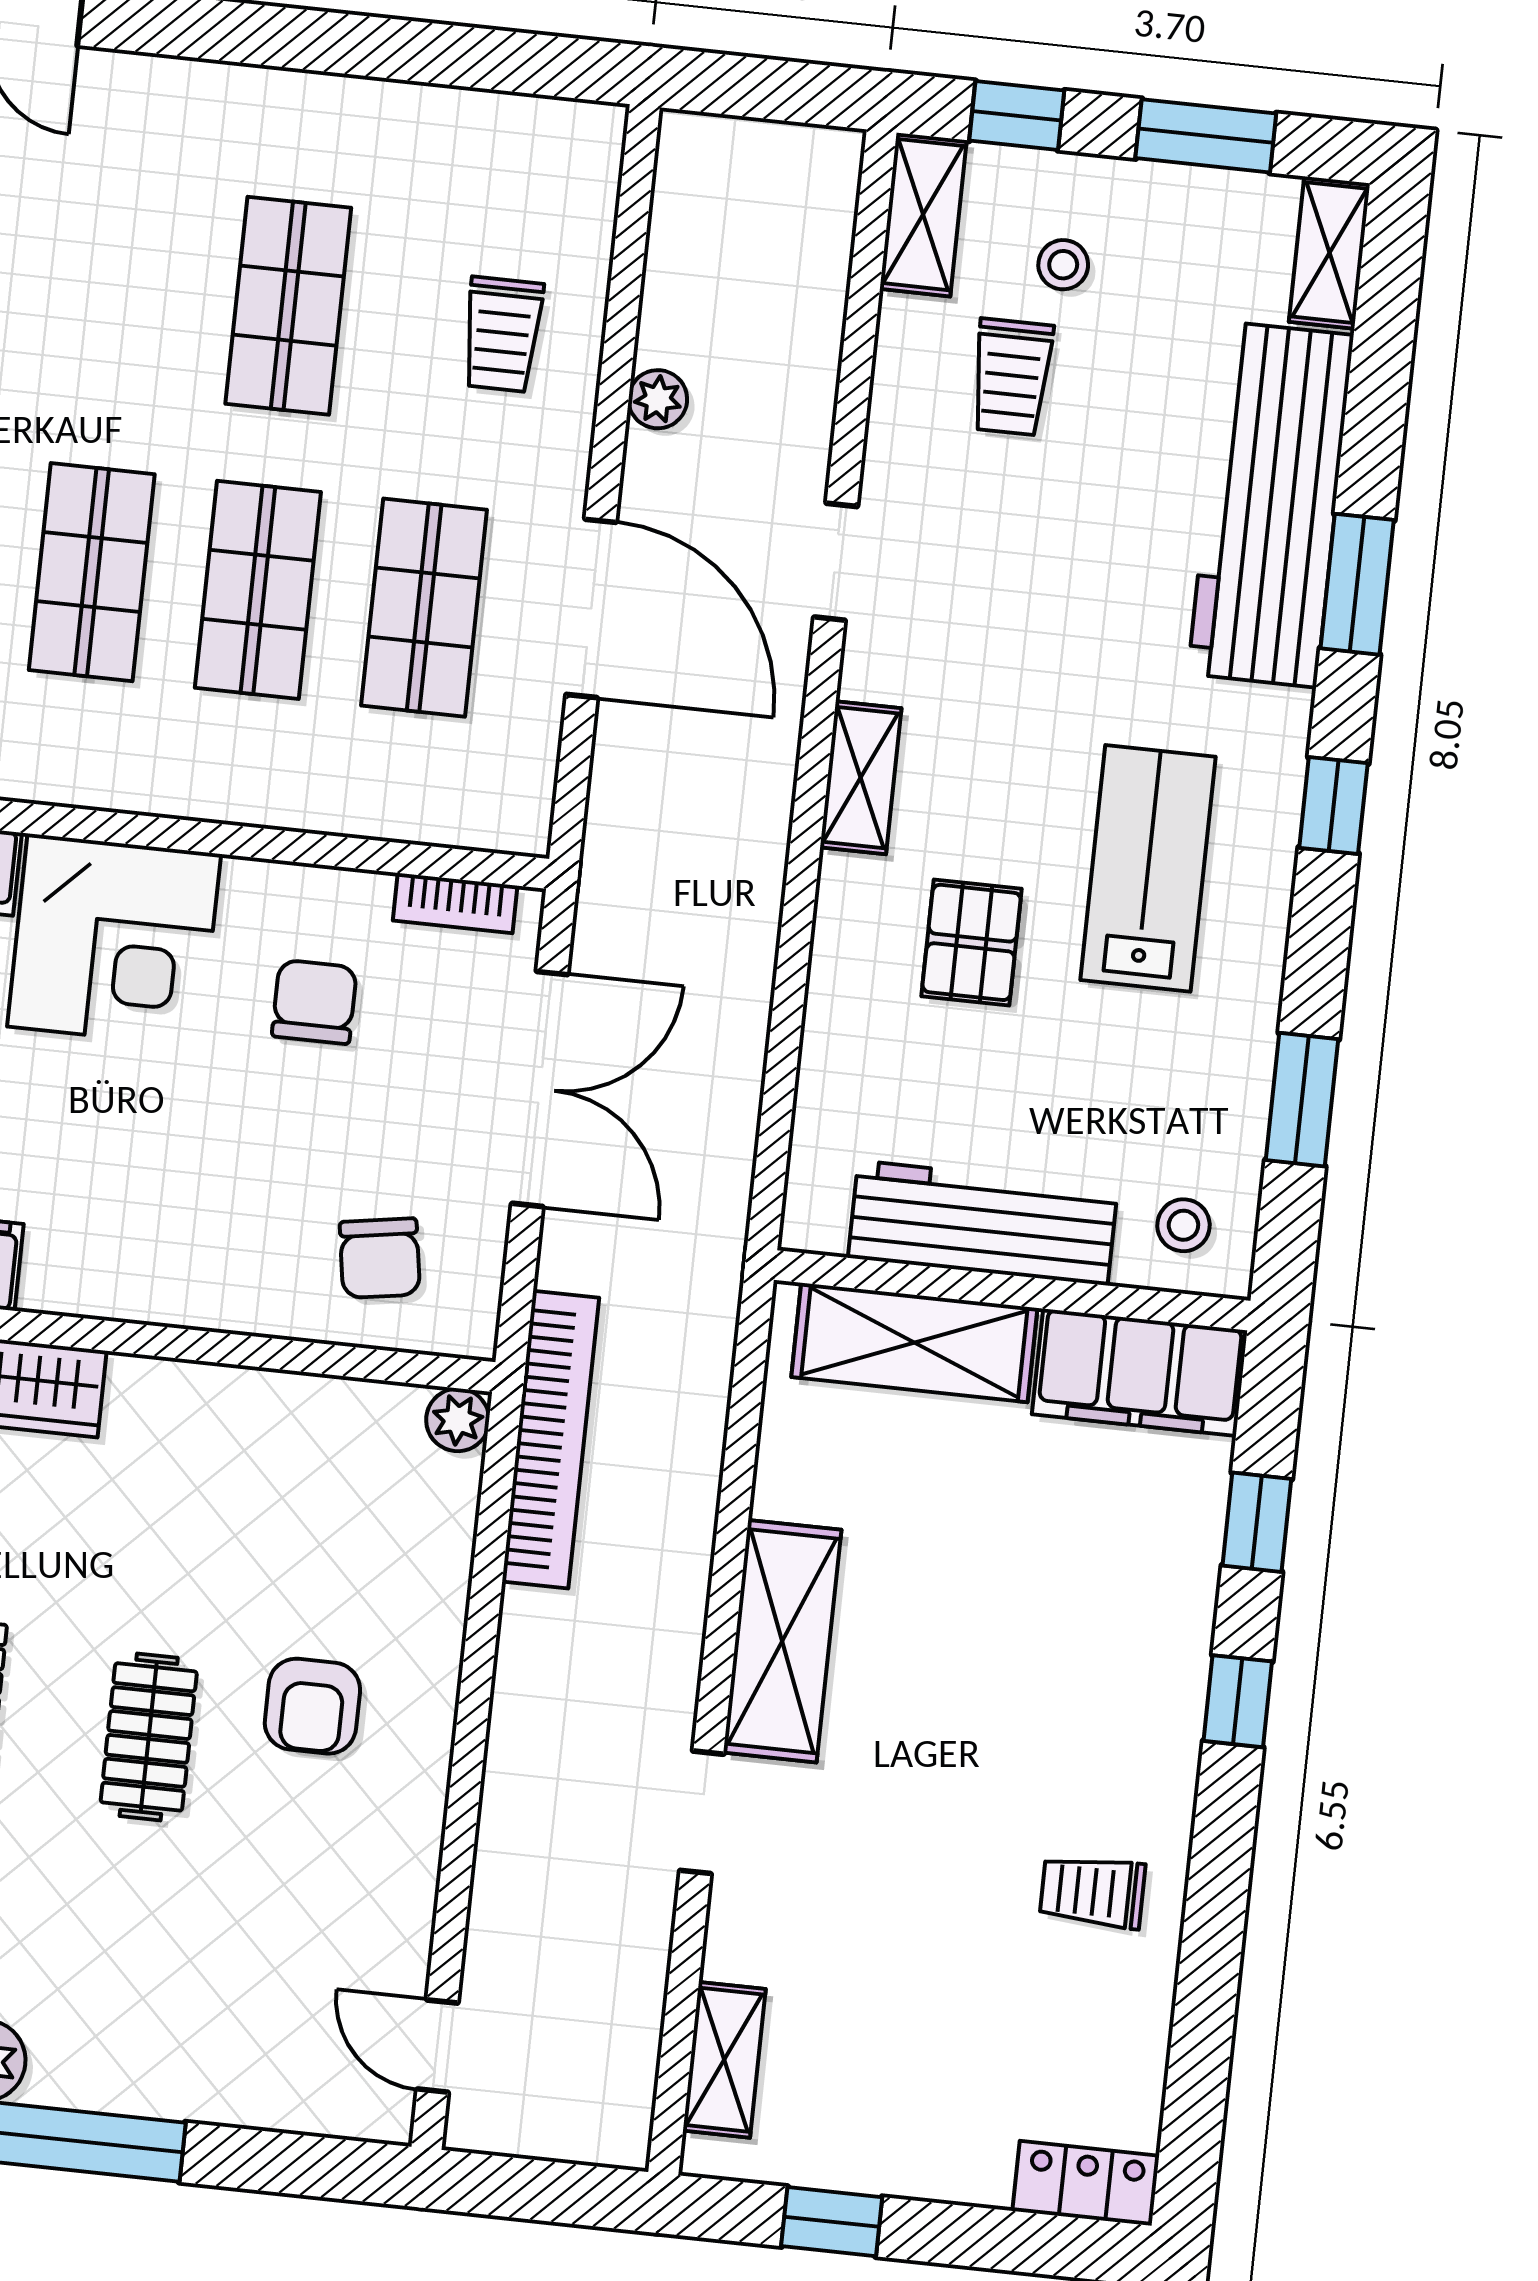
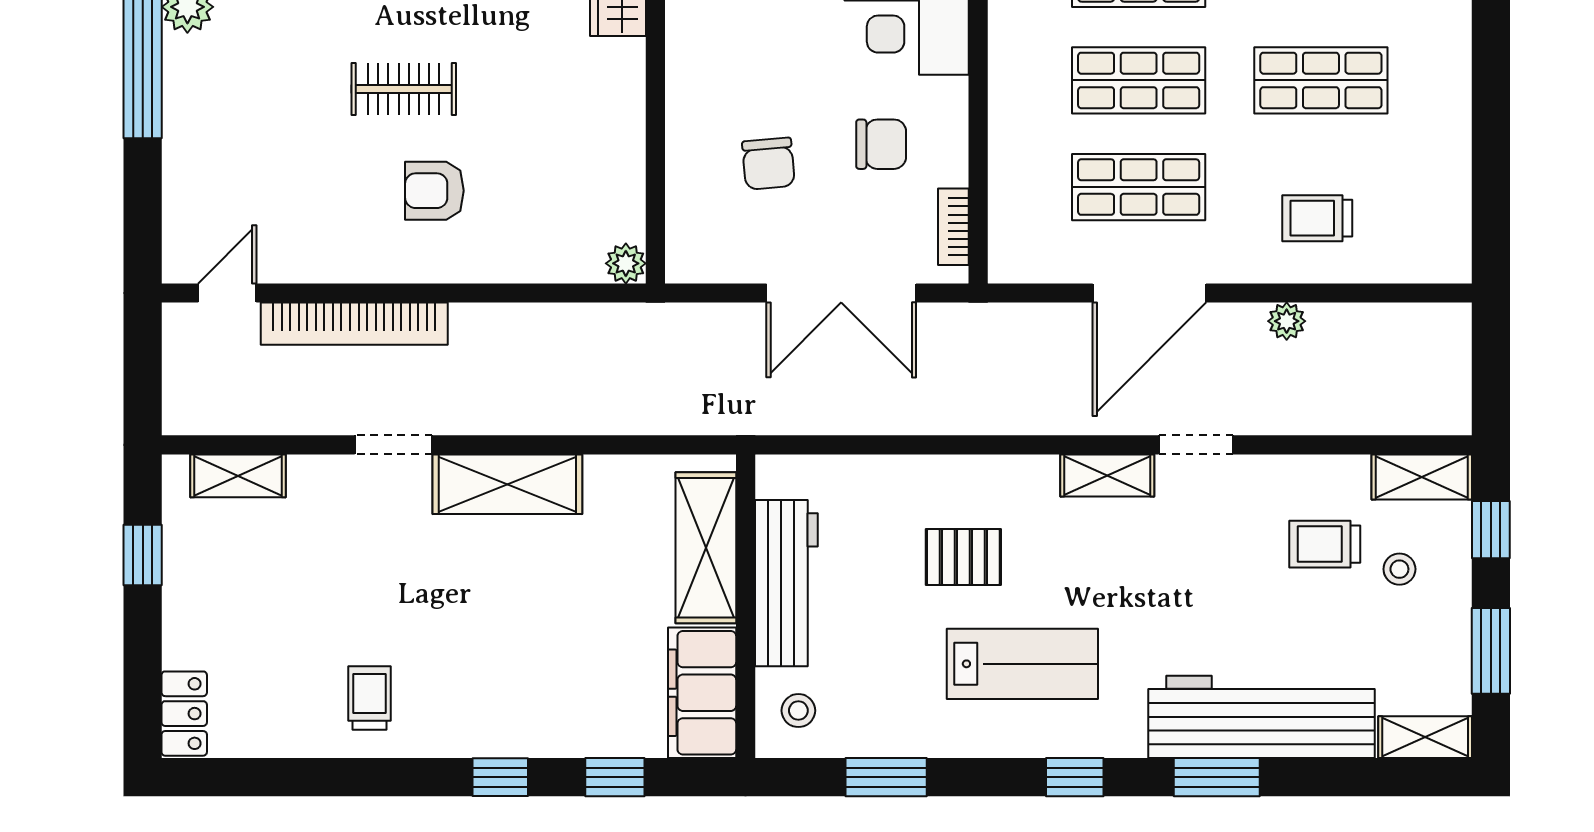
shelving: (861, 778) -> (1107, 476), moved
chair: (380, 1258) -> (768, 164), moved, turned -86
bookcase: (551, 1440) -> (354, 324), moved

